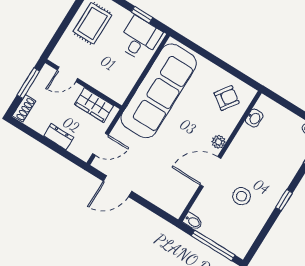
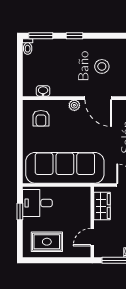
door: (68, 74) -> (92, 237), swing flipped
armchair: (227, 98) -> (41, 118), turned -125
window: (284, 200) -> (75, 36), moved

